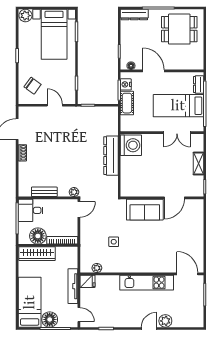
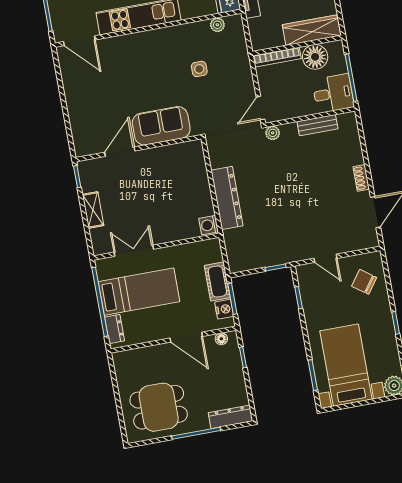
washing machine: (131, 145) -> (209, 225), width x0.53, depth x0.53

